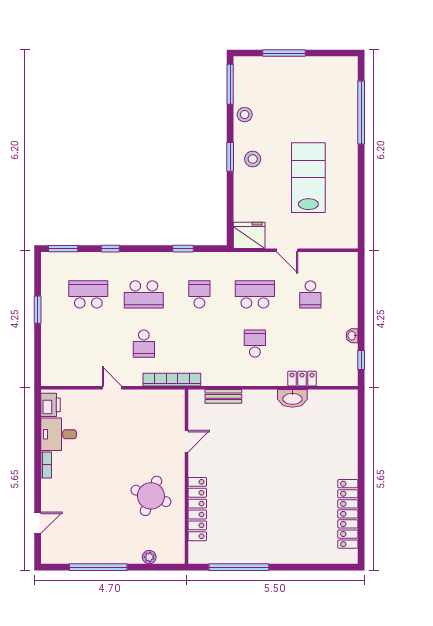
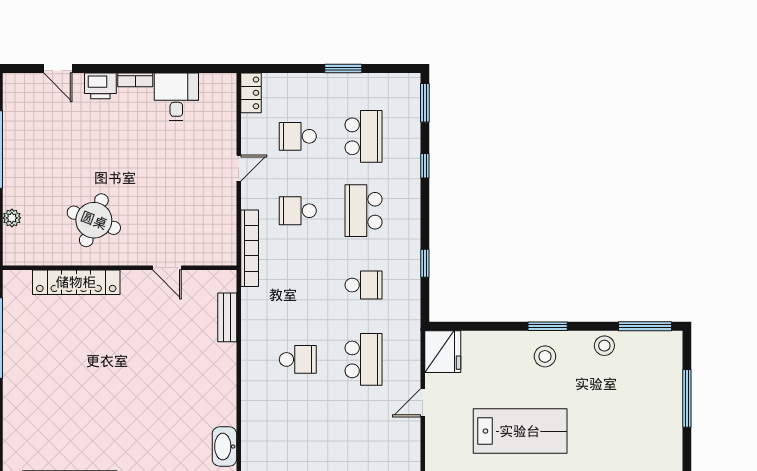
school desk: (310, 294) -> (298, 136), moved
locker: (302, 379) -> (251, 93), moved
washbasin: (292, 398) -> (224, 447), moved
printer: (51, 405) -> (100, 86), moved

